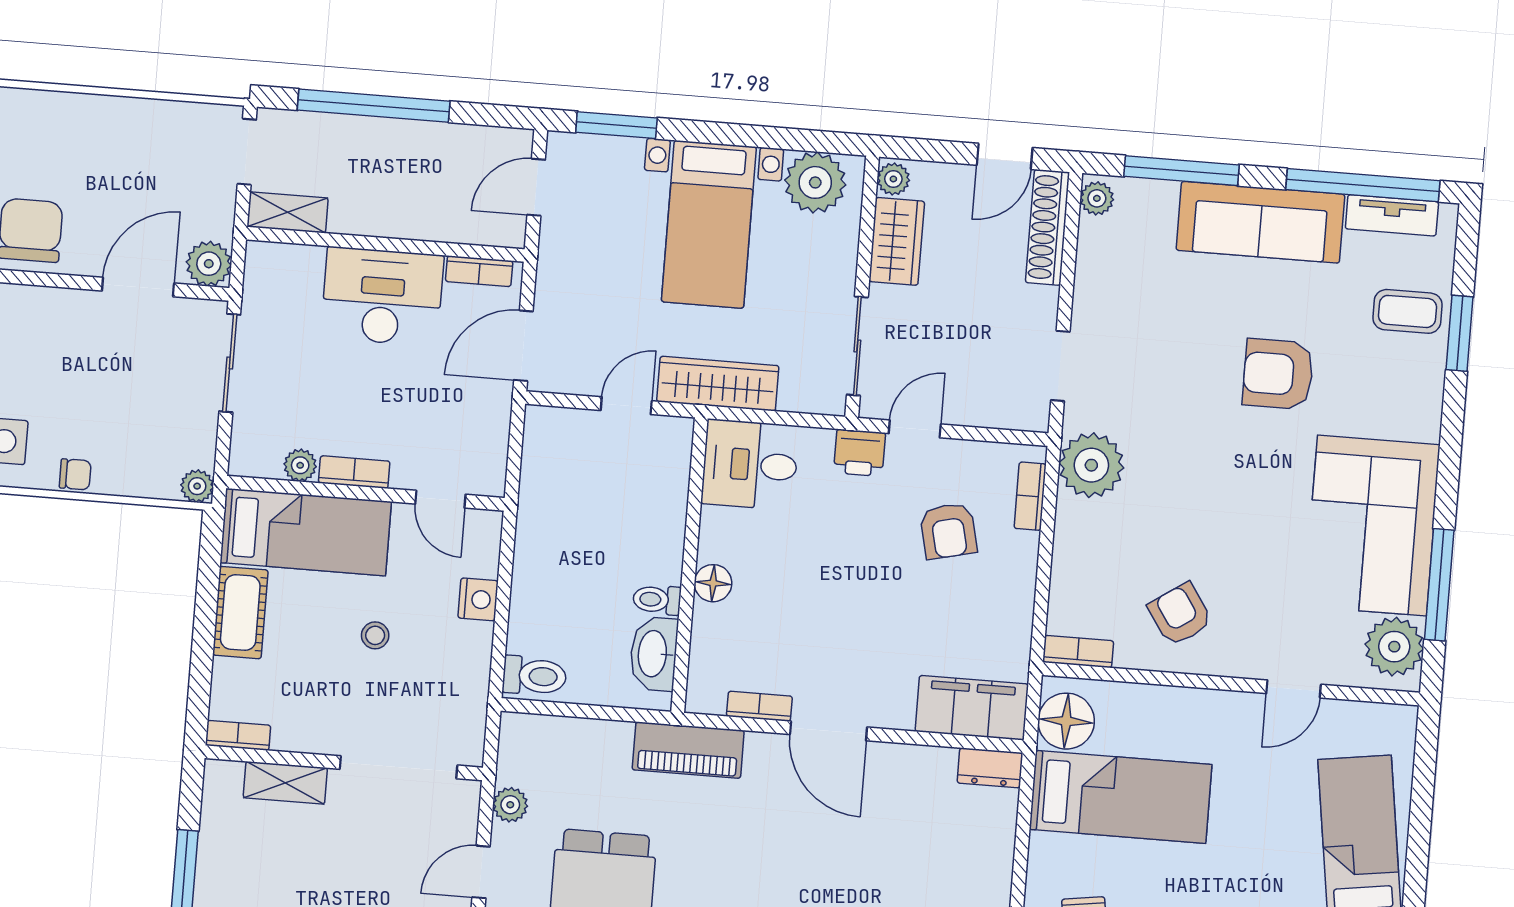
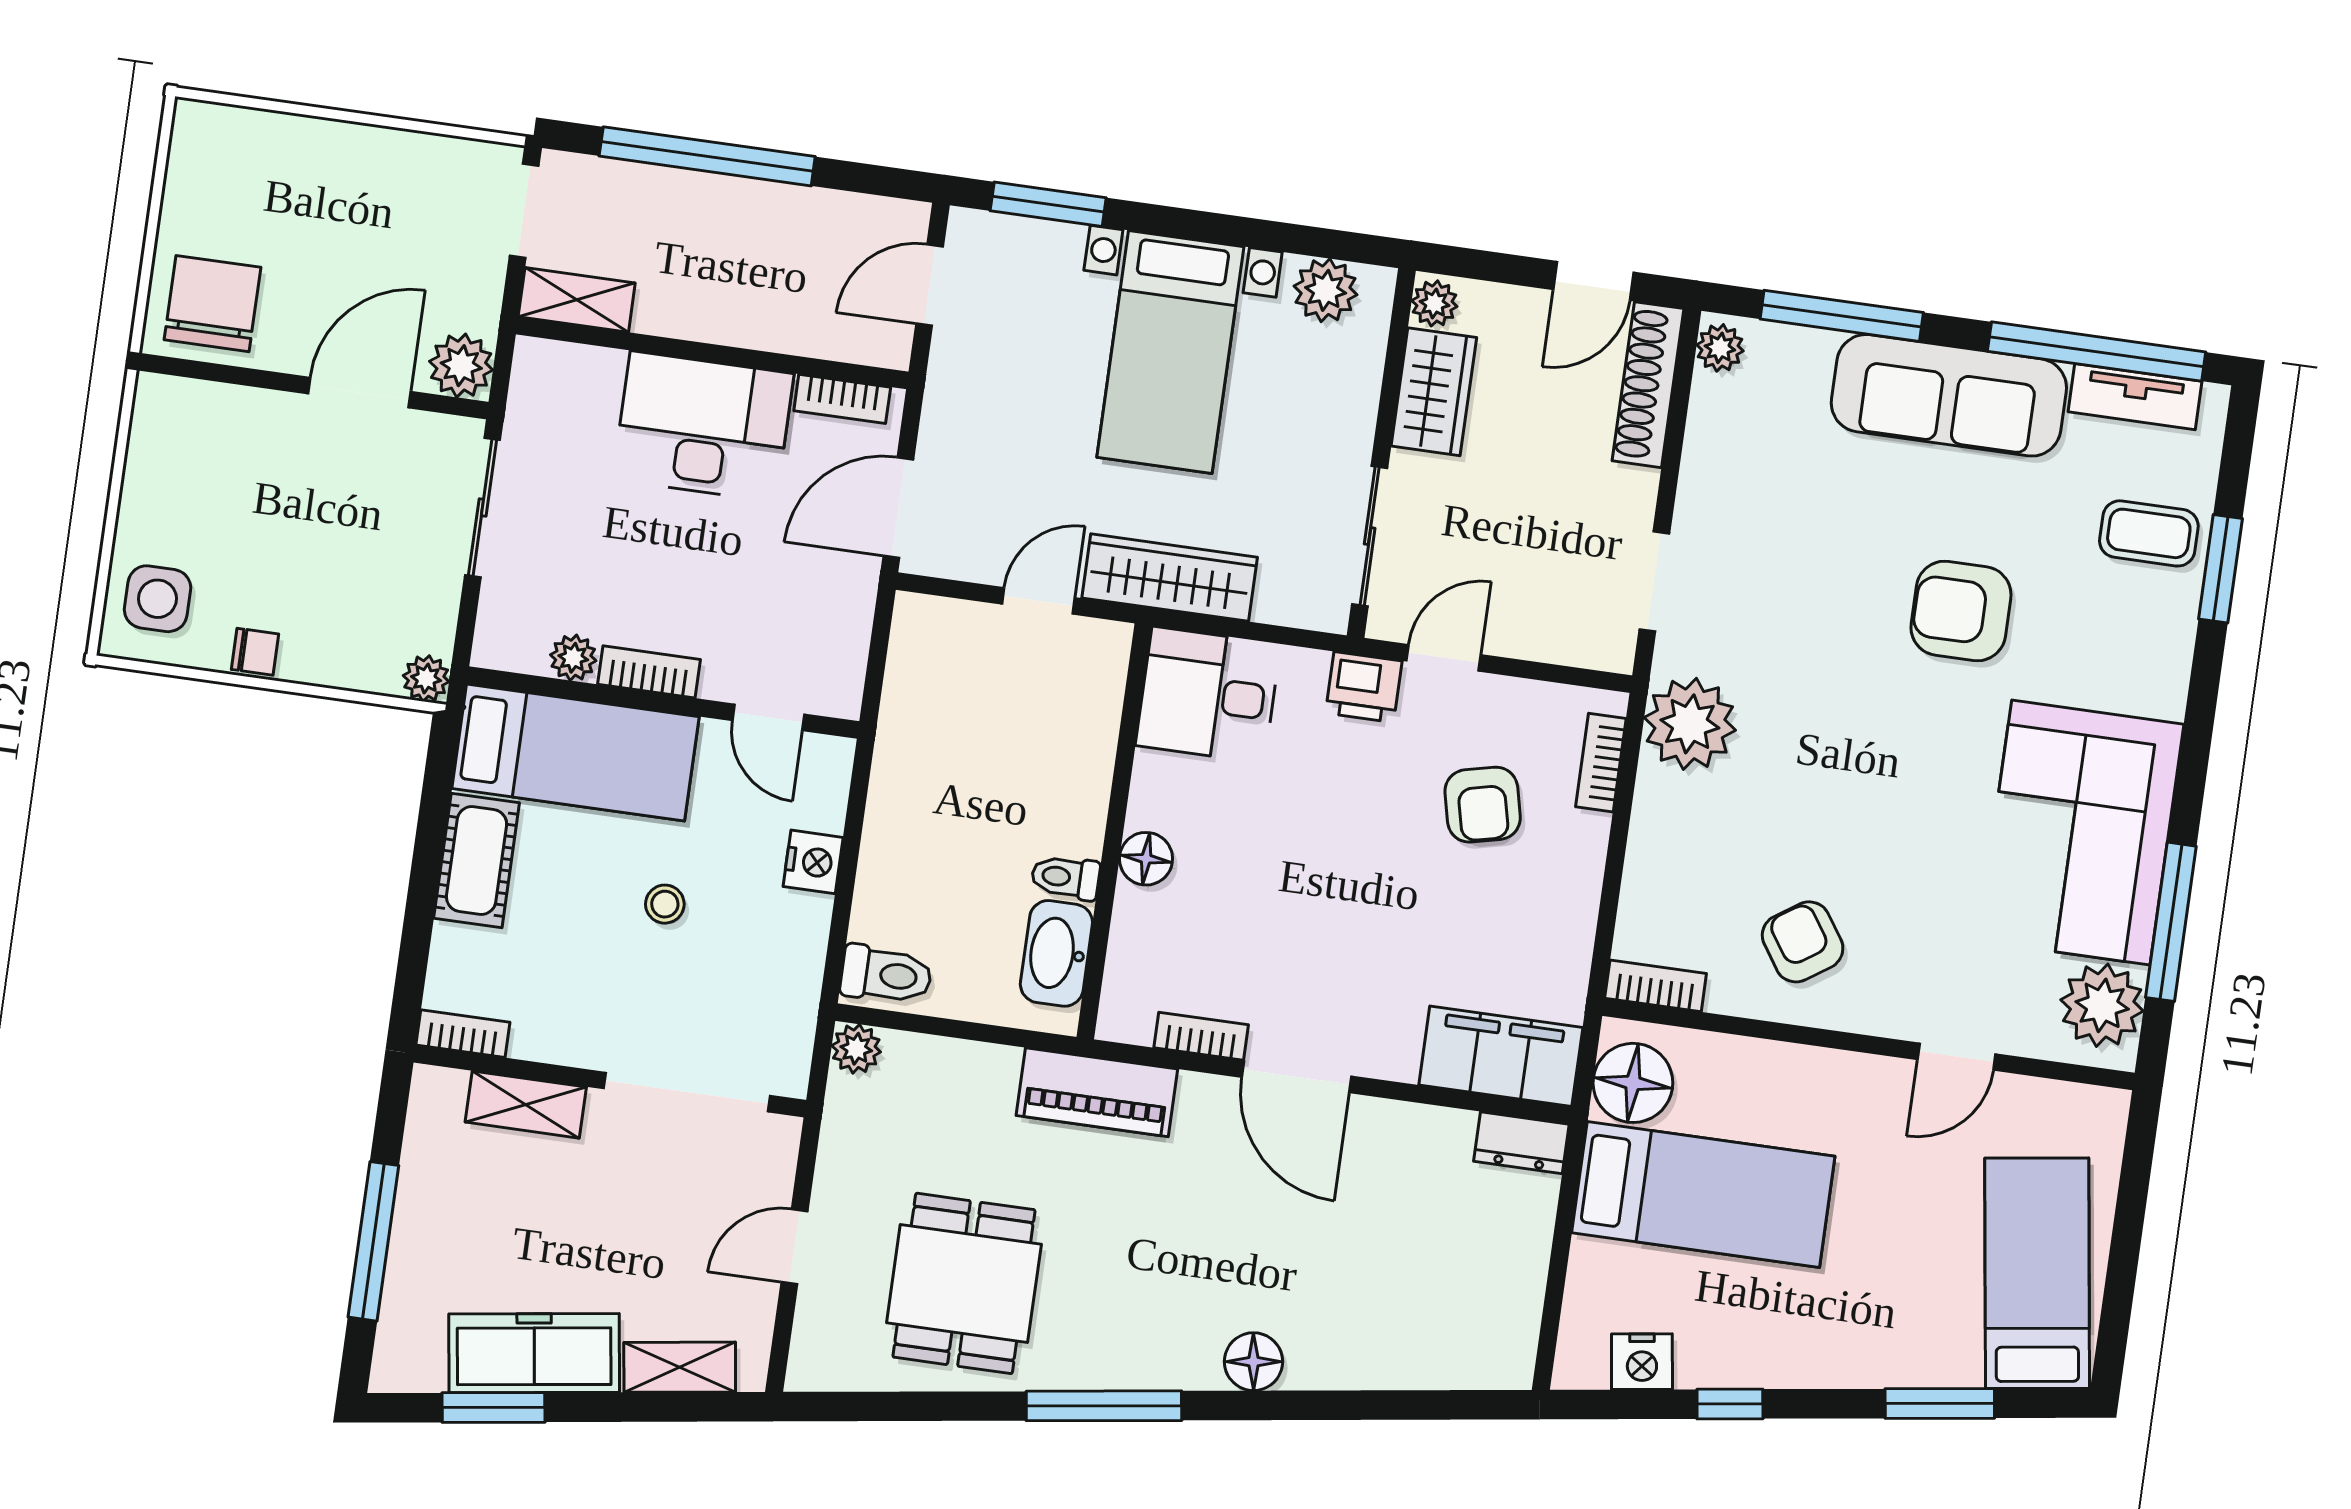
plant: (815, 182) -> (1326, 290), width x0.73, depth x0.73
plant: (510, 805) -> (856, 1049), moved

